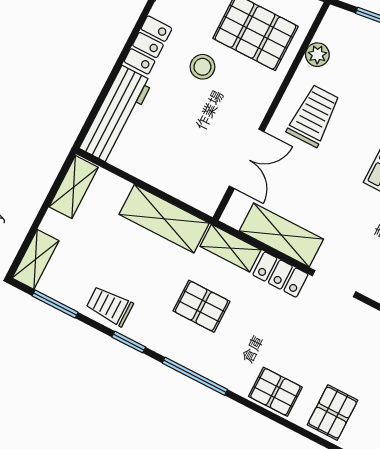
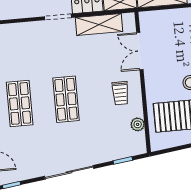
trolley: (314, 116) -> (120, 93), width x0.73, depth x0.72

